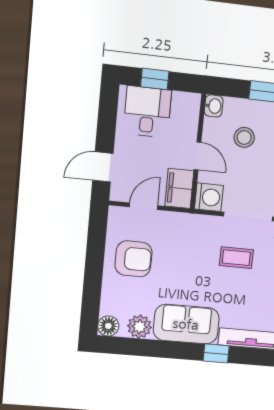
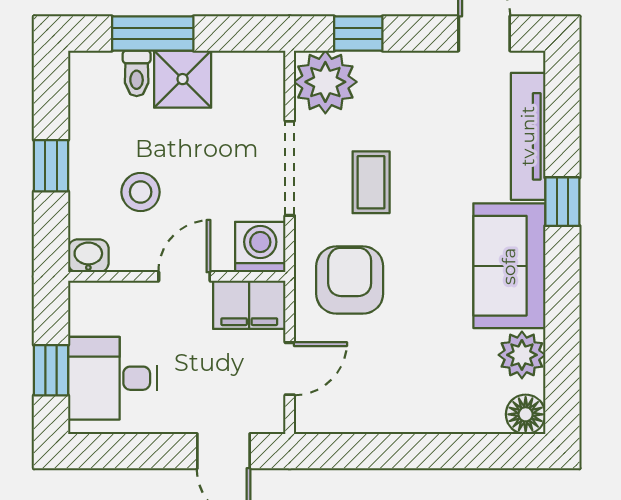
door: (144, 206) -> (290, 369), swing flipped
armchair: (134, 259) -> (350, 280), moved

